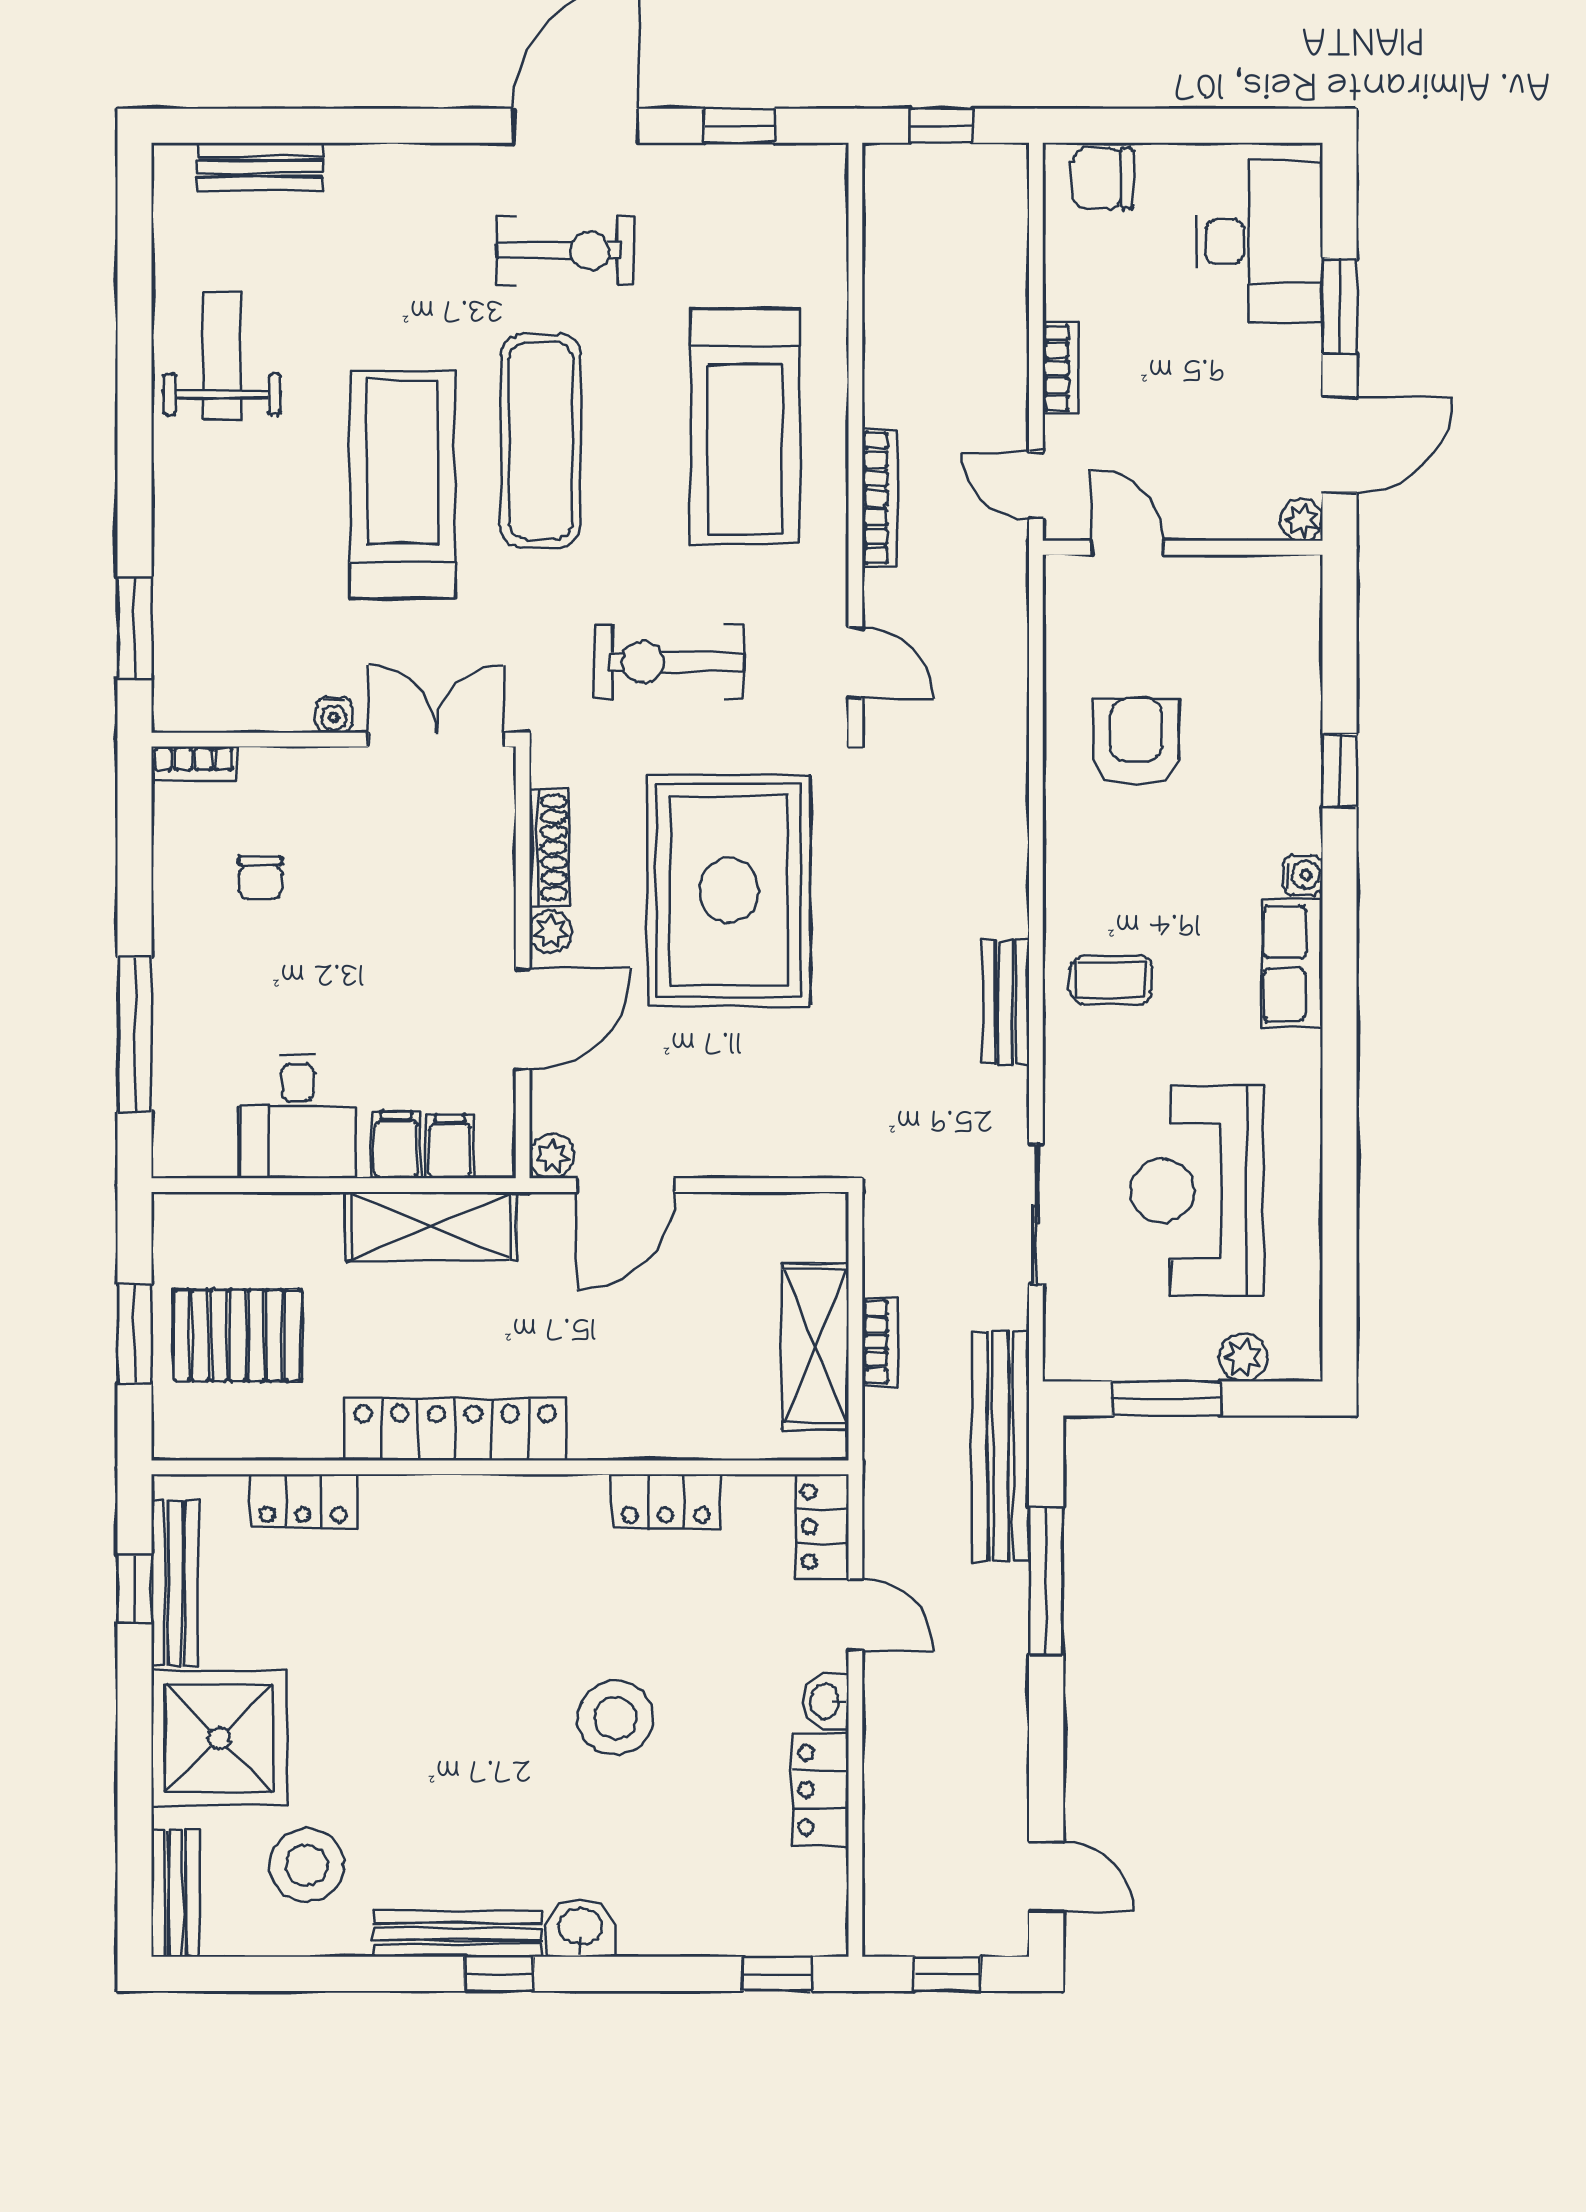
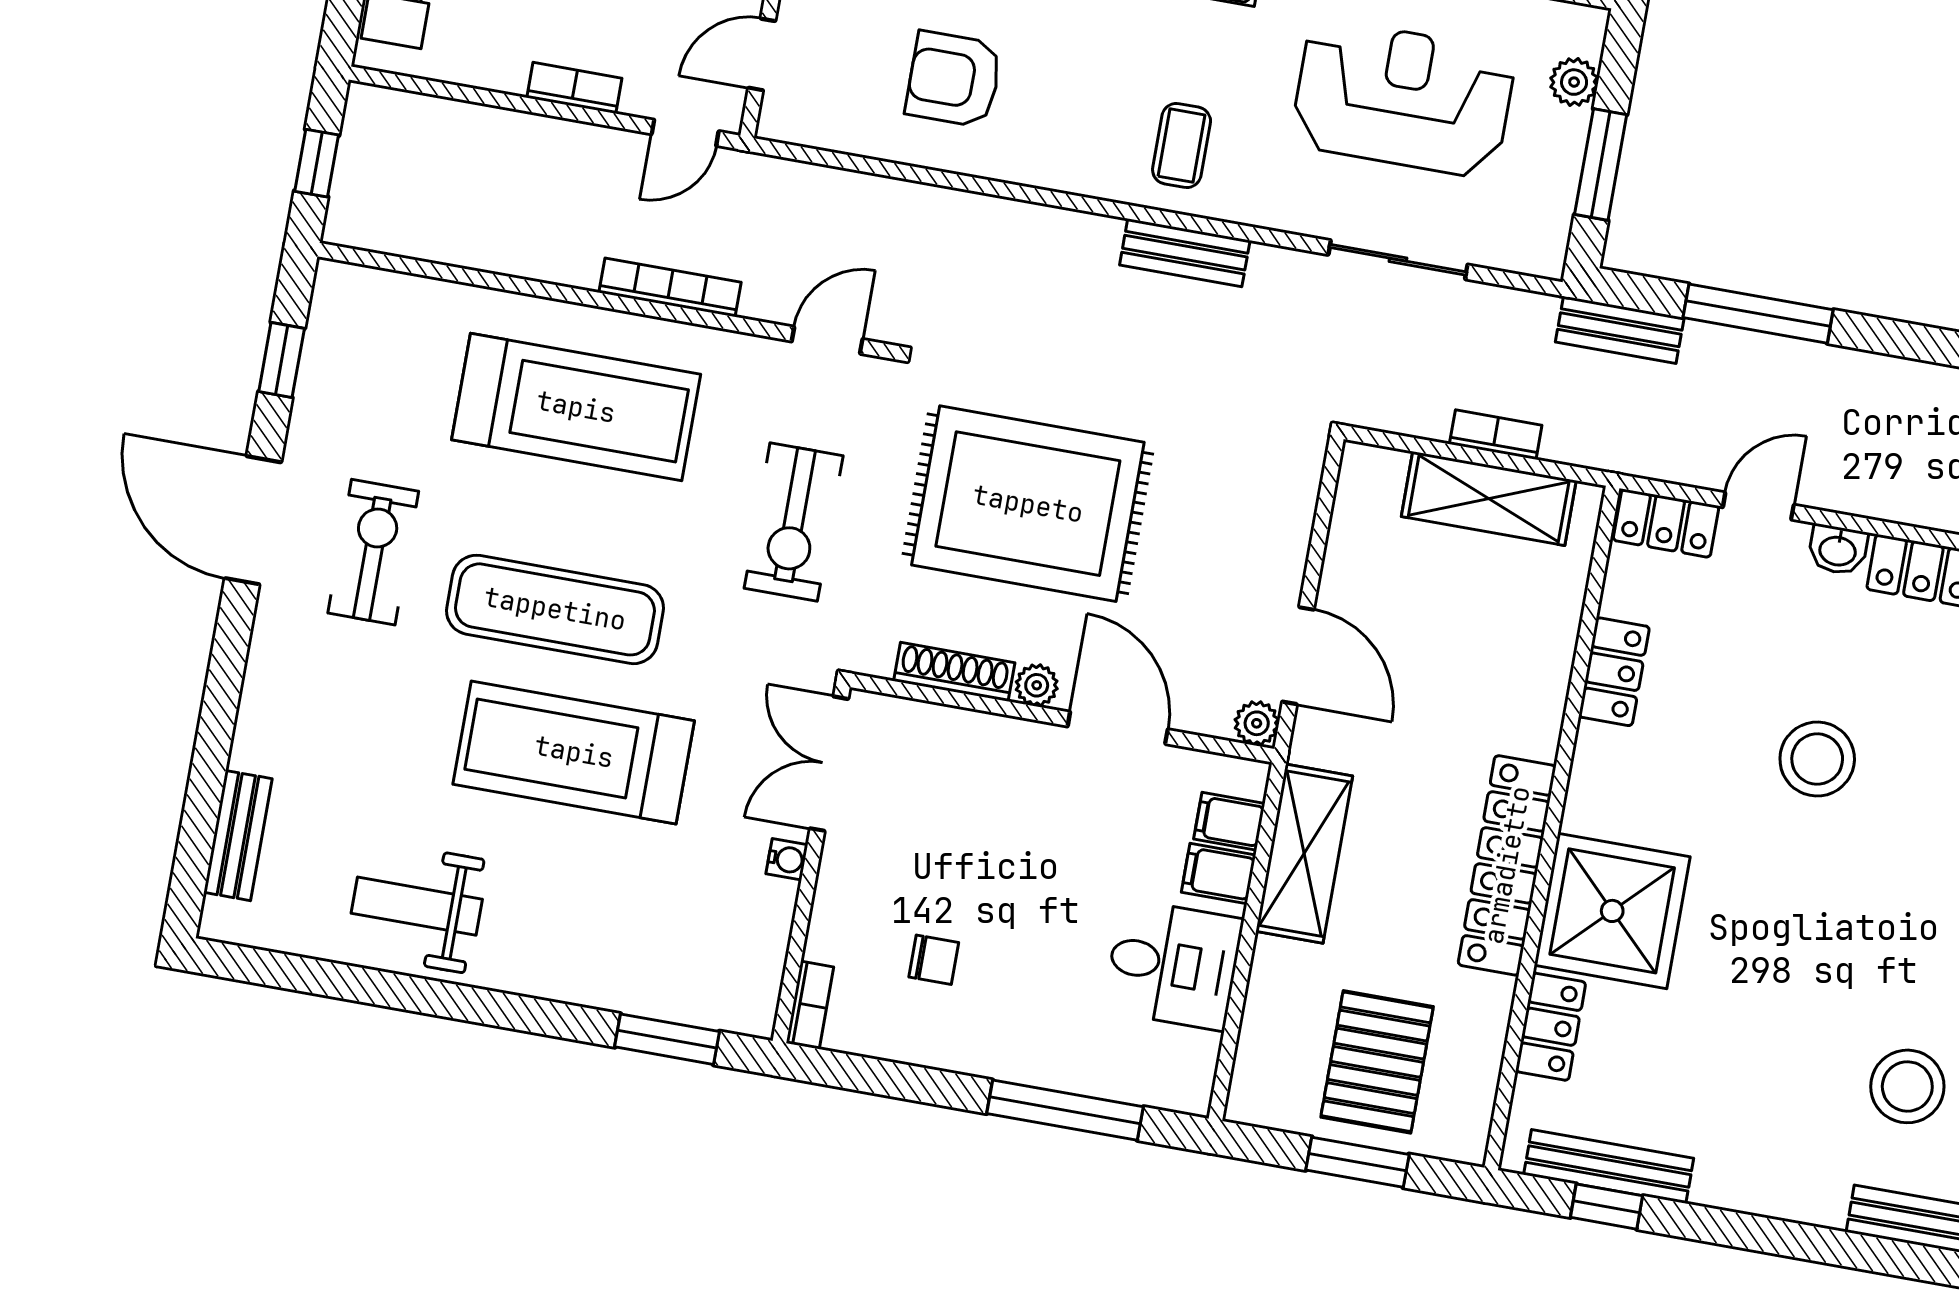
reception desk: (1197, 1191) -> (1403, 98), turned 180
bench: (1001, 1447) -> (1620, 330), width x0.54, depth x0.82
shower: (219, 1738) -> (1612, 911), moved

